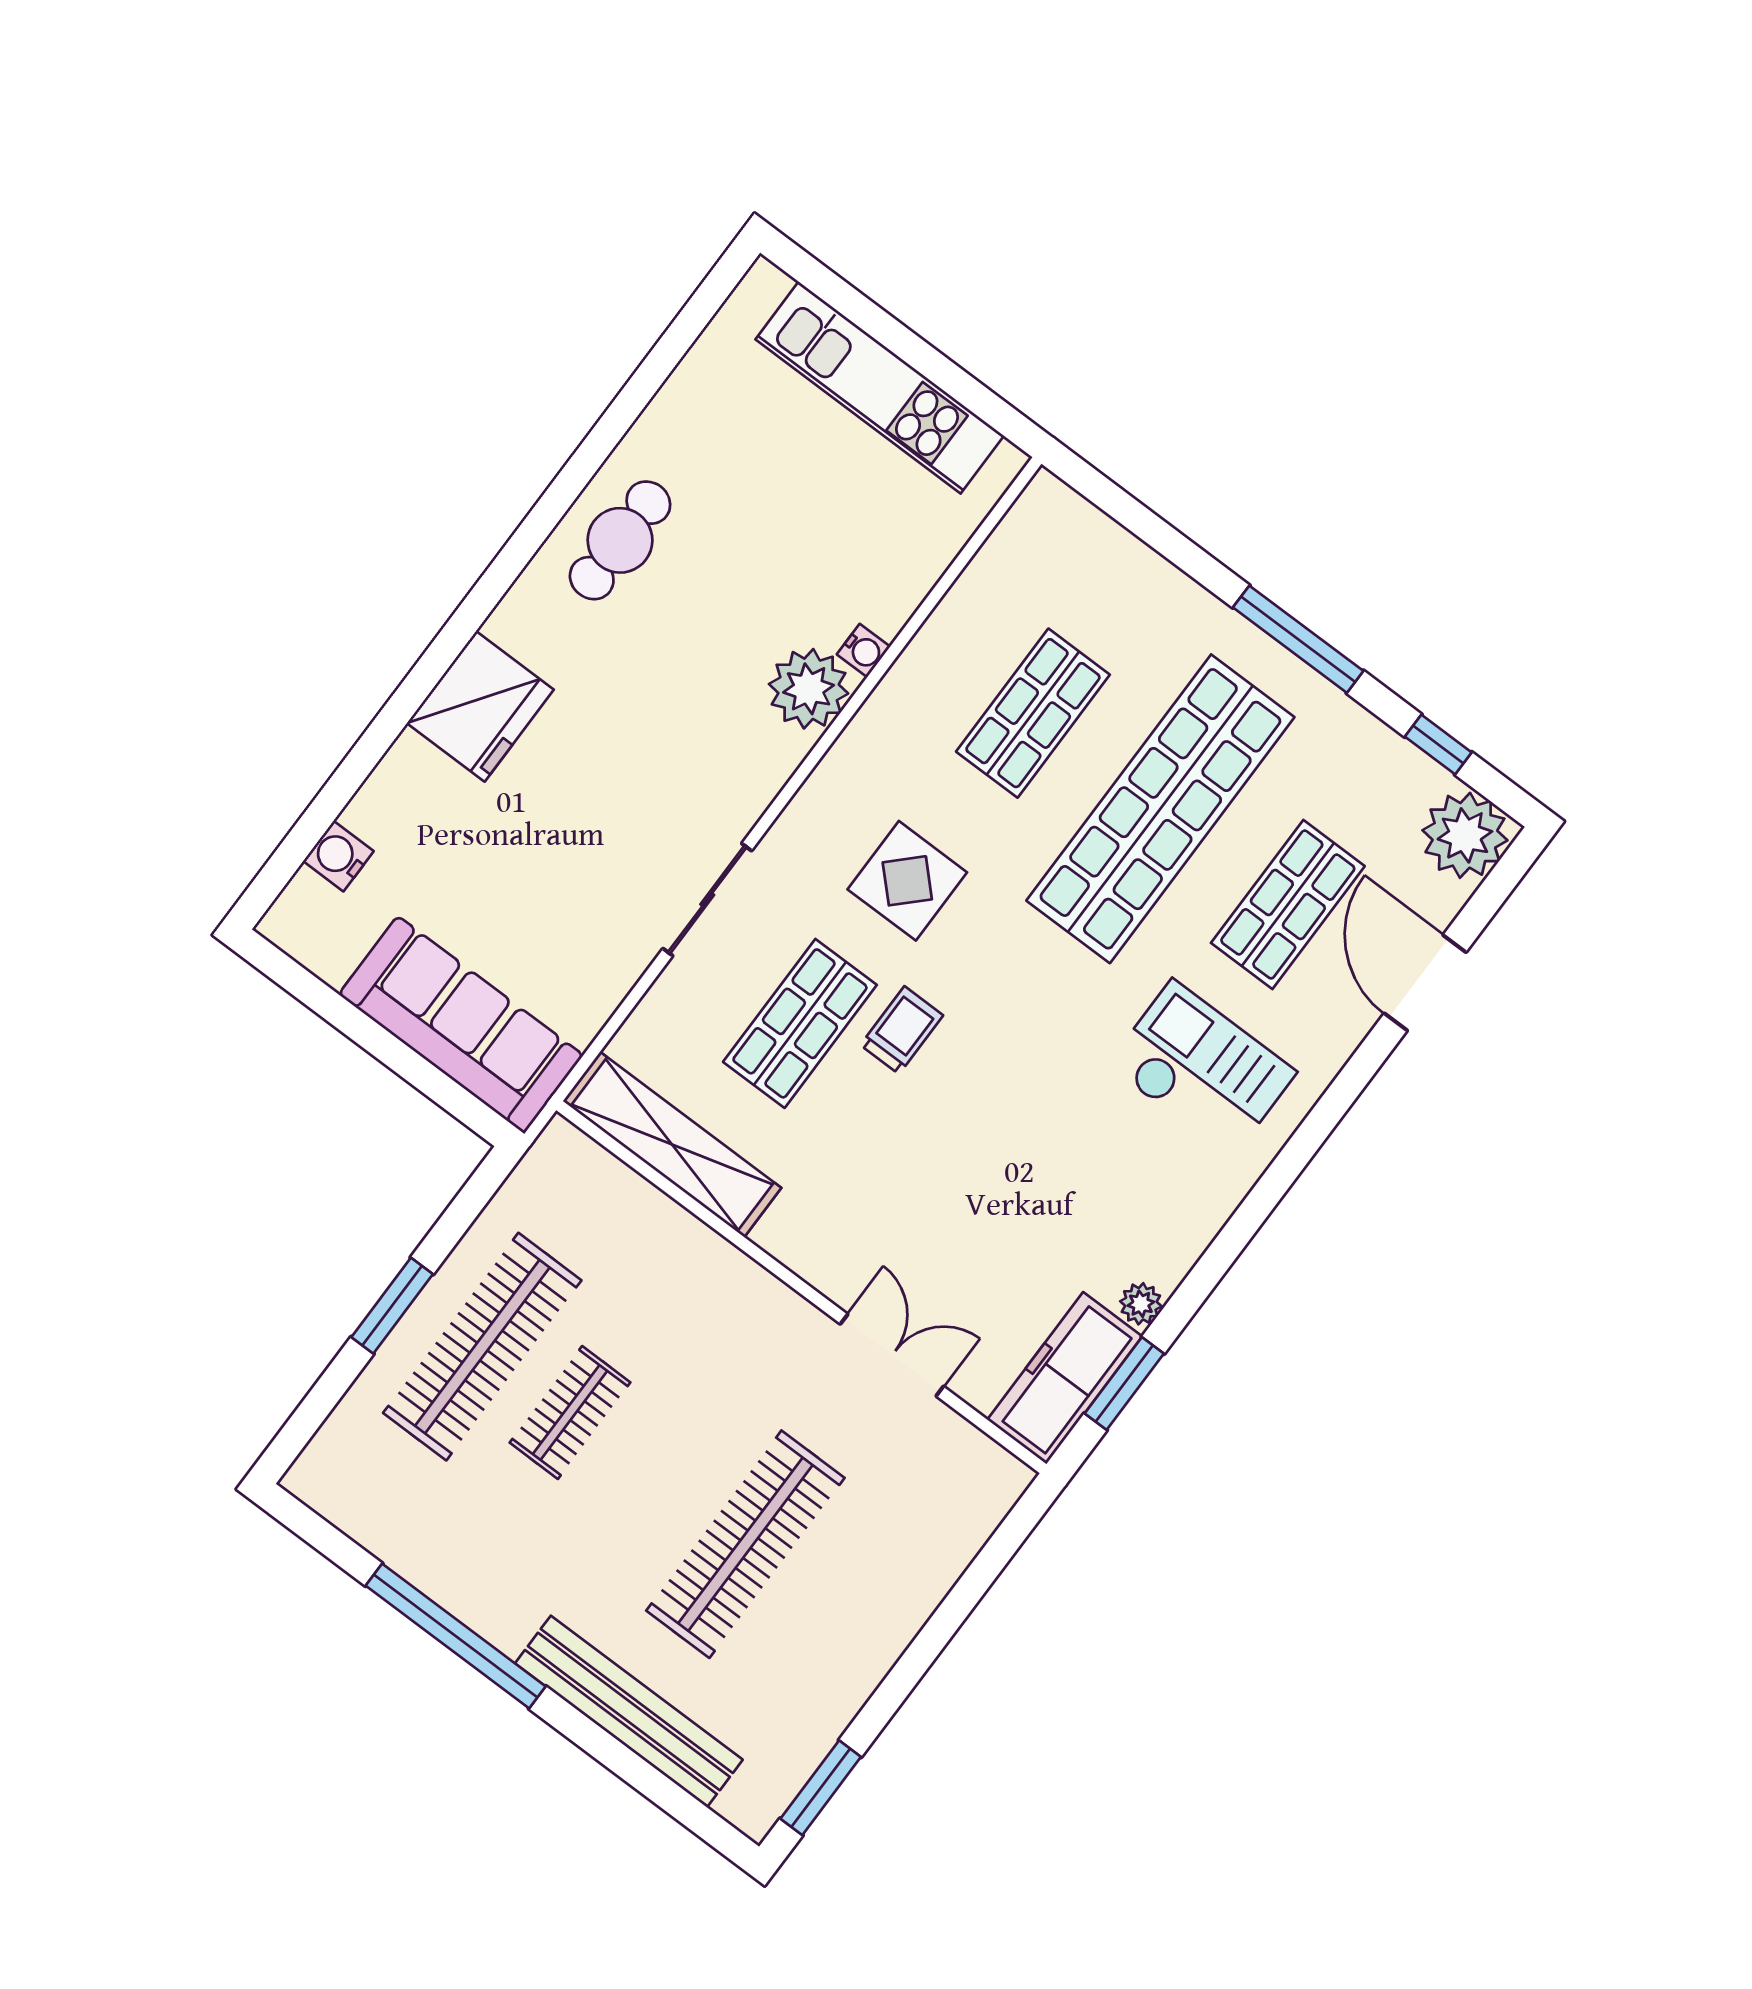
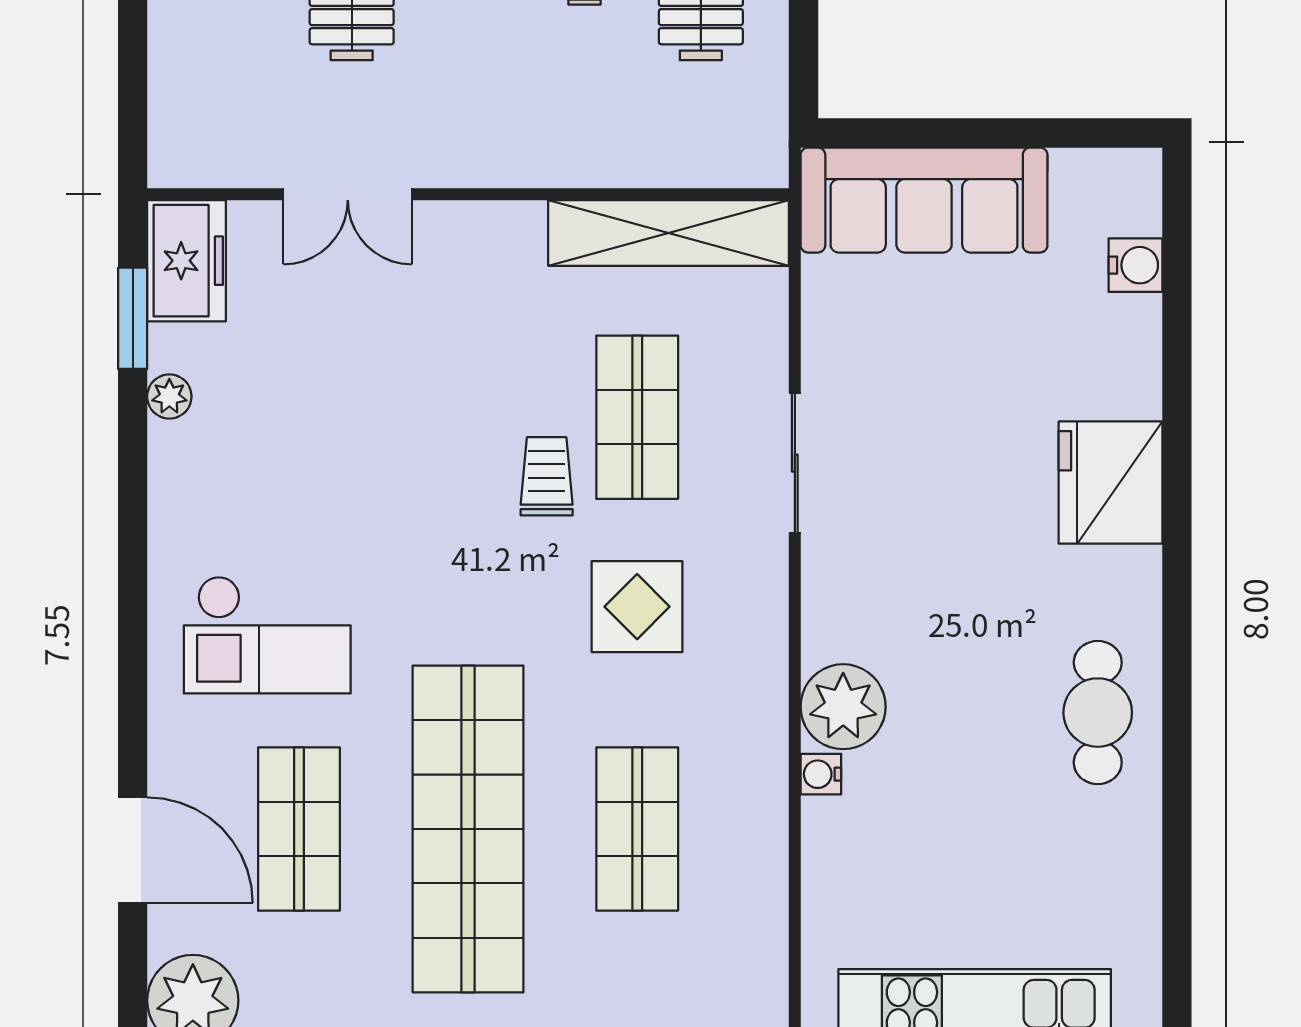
trolley: (902, 1030) -> (547, 476), turned 180
freezer: (1065, 1378) -> (187, 261), width x0.71

